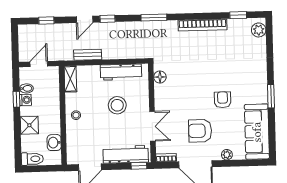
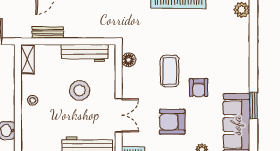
coffee table: (197, 86) -> (170, 71), added
window: (271, 96) -> (253, 106), moved
armchair: (223, 100) -> (199, 87), turned 180

